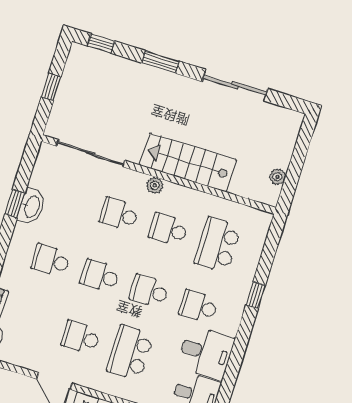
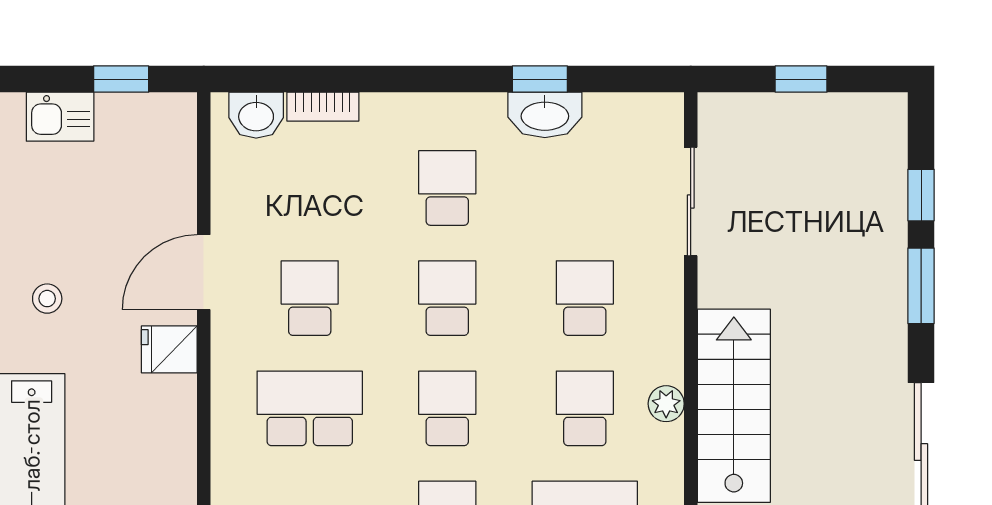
window: (101, 43) -> (921, 195), moved
sliding door: (91, 153) -> (691, 201), width x0.73
plant: (155, 185) -> (666, 404), moved

